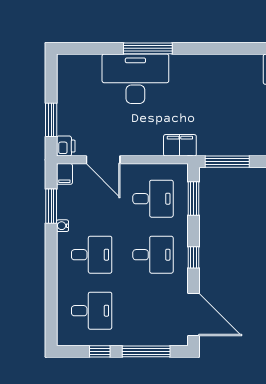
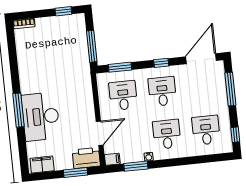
filing cabinet: (180, 145) -> (42, 165), moved, turned 90
printer: (66, 146) -> (86, 158), width x1.87, depth x1.48
window: (100, 351) -> (235, 135), moved

